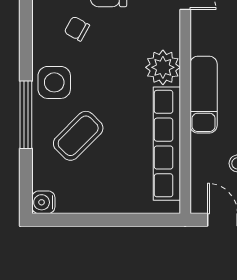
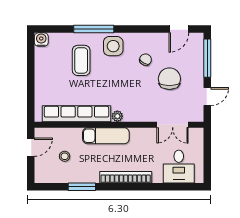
plant: (163, 67) -> (117, 116), width x0.53, depth x0.53
coffee table: (78, 136) -> (81, 60), turned 45

